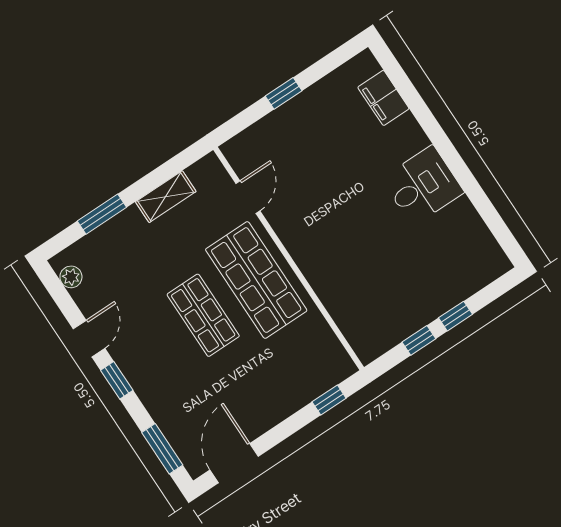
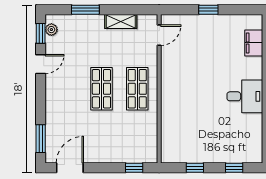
door: (248, 197) -> (159, 35), moved
shop shelf: (256, 280) -> (137, 89), width x0.70, depth x0.74
window: (455, 316) -> (234, 168), moved
window: (117, 380) -> (41, 33), moved

